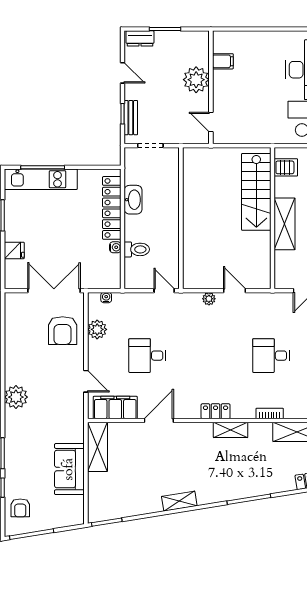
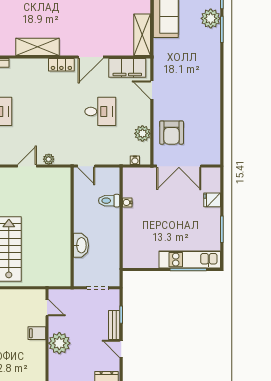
filing cabinet: (223, 61) -> (37, 333), moved
bench: (131, 118) -> (114, 325), moved
washbasin: (133, 200) -> (81, 245), moved, turned 180
locker: (112, 208) -> (130, 235), removed
door: (235, 291) -> (27, 166), swing flipped
armchair: (63, 331) -> (172, 133), turned 180
plant: (16, 397) -> (211, 18), moved
locker: (216, 411) -> (61, 65), moved
shelving: (231, 430) -> (38, 47), width x1.50, depth x1.33

